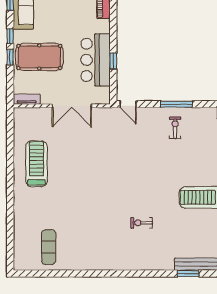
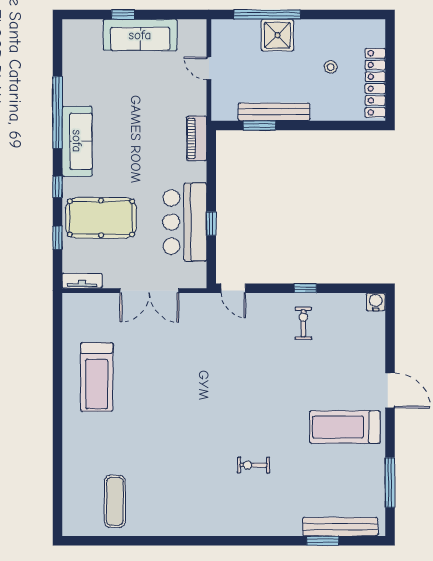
window: (10, 57) -> (57, 238), moved
window: (176, 104) -> (305, 288), width x0.46
treadmill: (36, 164) -> (97, 377), turned 180

